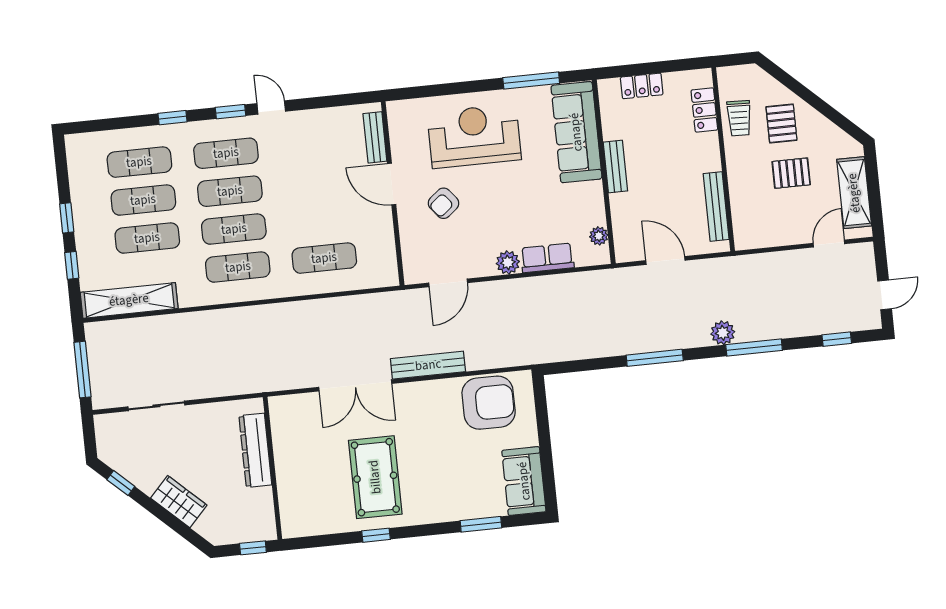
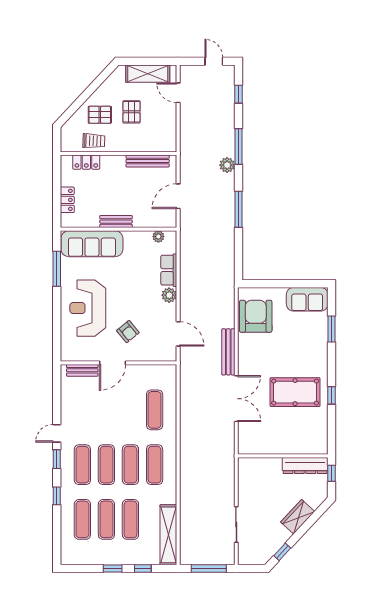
dresser: (255, 450) -> (305, 465), moved

